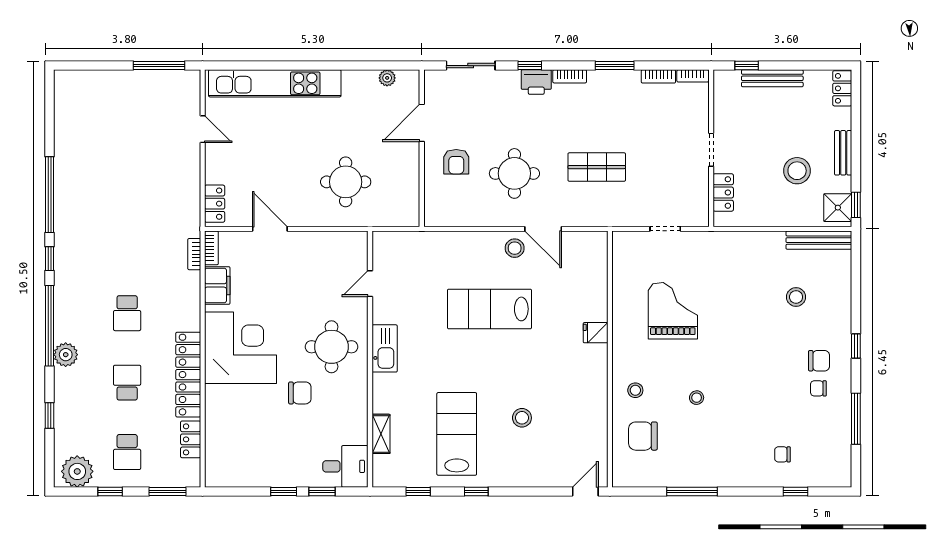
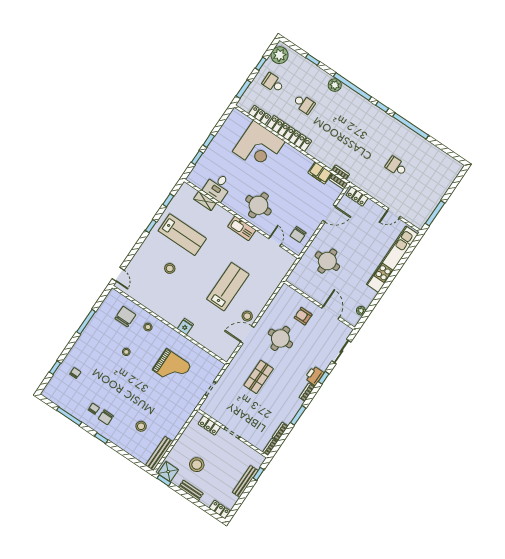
school desk: (127, 313) -> (396, 166), moved
corner desk: (240, 348) -> (259, 147), moved
chair: (300, 393) -> (298, 234), moved
desk: (345, 466) -> (218, 187), moved

